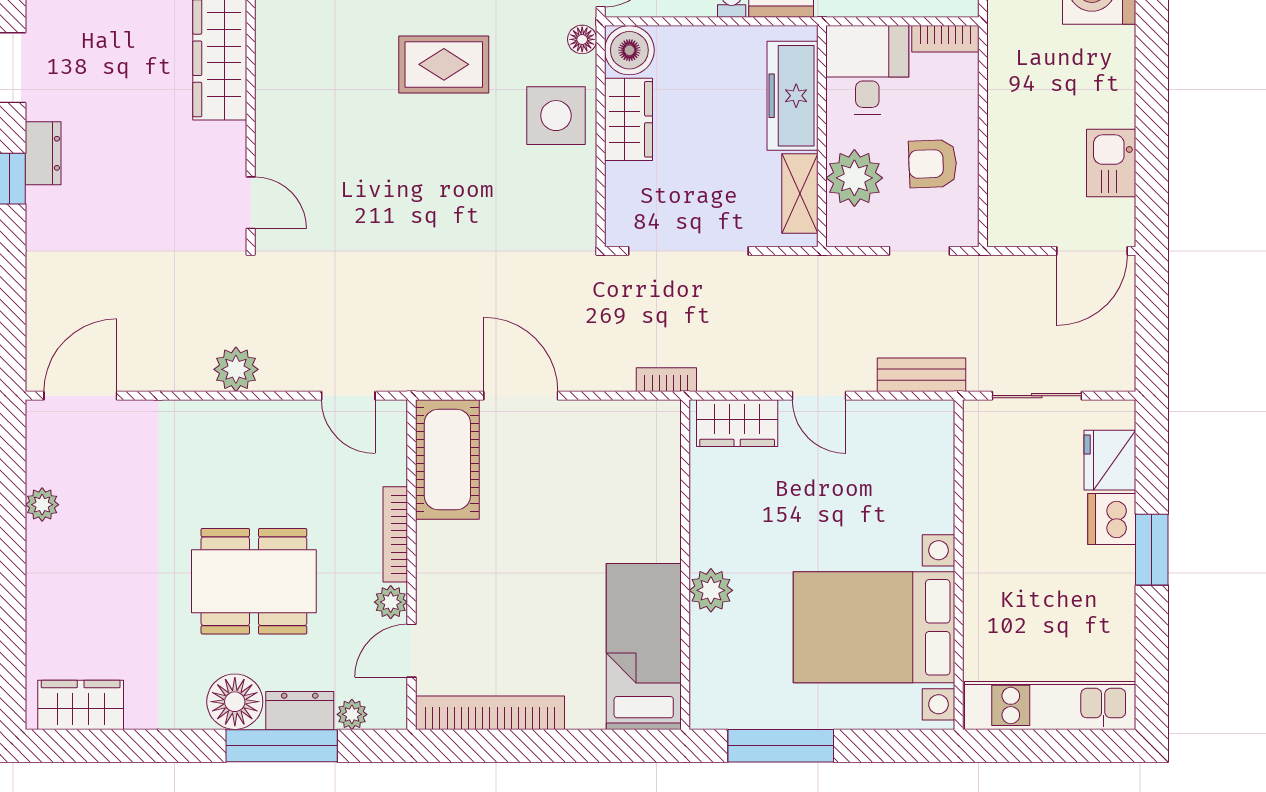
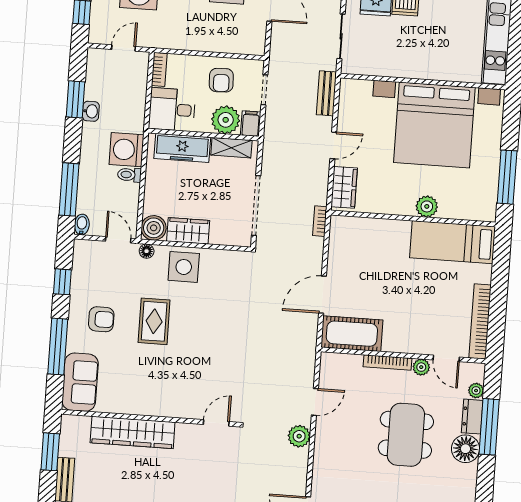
filing cabinet: (851, 228) -> (251, 124), added
door: (348, 396) -> (315, 402), moved
bed with nightstands: (874, 627) -> (434, 125), width x1.36

